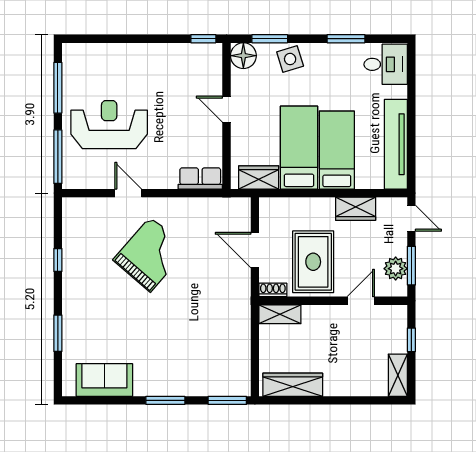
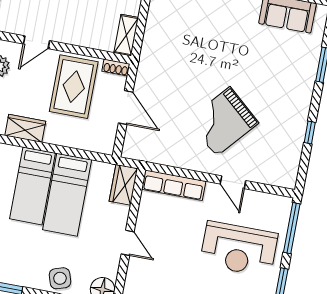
wardrobe: (259, 177) -> (123, 185), moved, turned 90
row of seats: (200, 178) -> (174, 185), width x1.48
shelving: (280, 314) -> (126, 35), moved, turned 90

